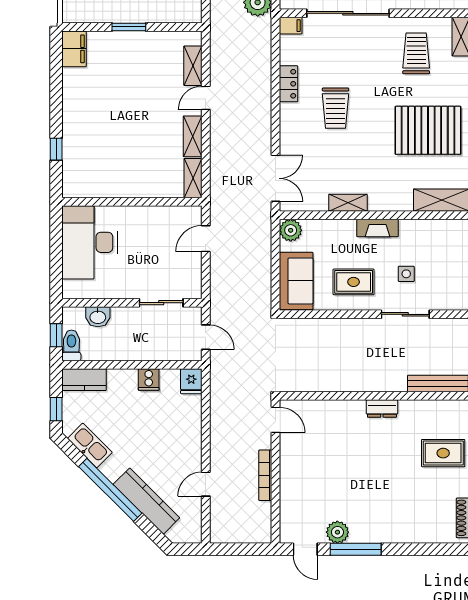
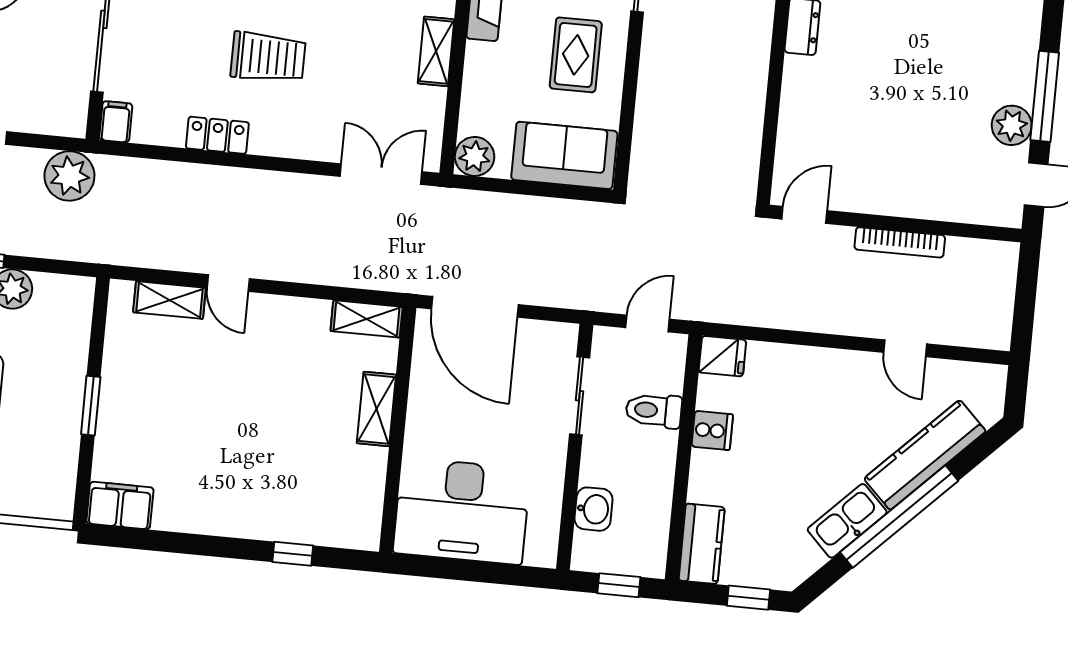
shelving: (193, 136) -> (376, 409), moved, turned 90
door: (206, 239) -> (475, 307), width x1.88
toilet: (71, 345) -> (654, 410), moved
kitchen sink: (90, 445) -> (847, 521), moved

